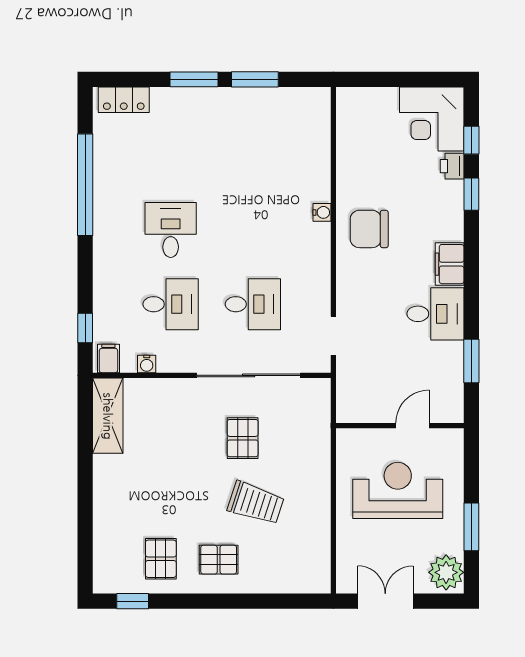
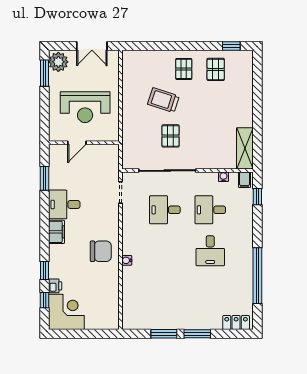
window: (471, 527) -> (44, 73), moved
pallet: (219, 560) -> (184, 69), turned 90

